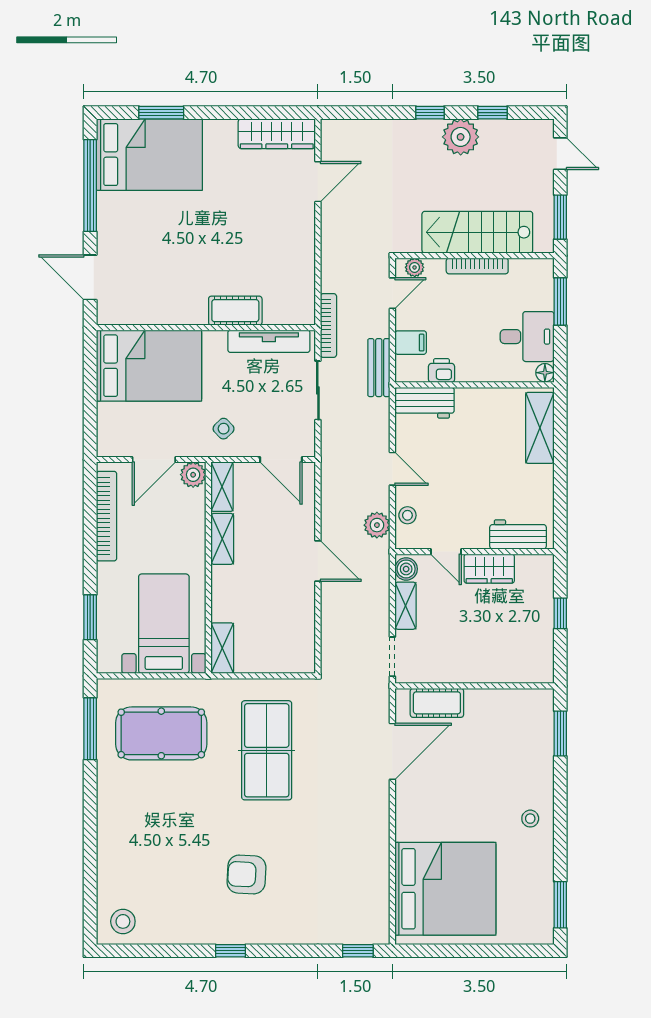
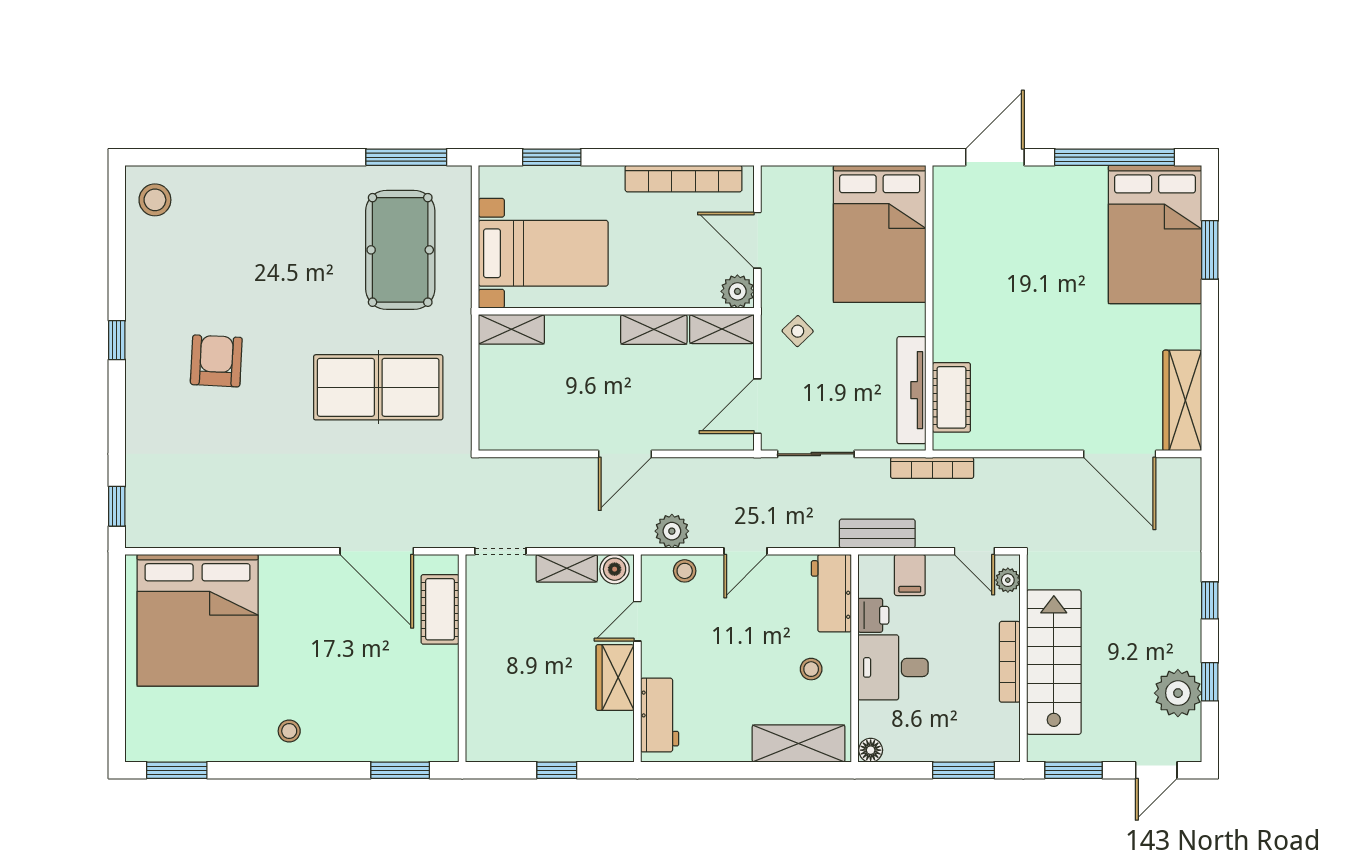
plant: (461, 137) -> (1178, 693), moved
door: (318, 182) -> (1120, 454), width x1.36
cot: (235, 311) -> (951, 397), moved
desk: (527, 337) -> (893, 667), moved, turned 90
sliding door: (318, 390) -> (816, 454), moved
stool: (483, 418) -> (811, 669), added

